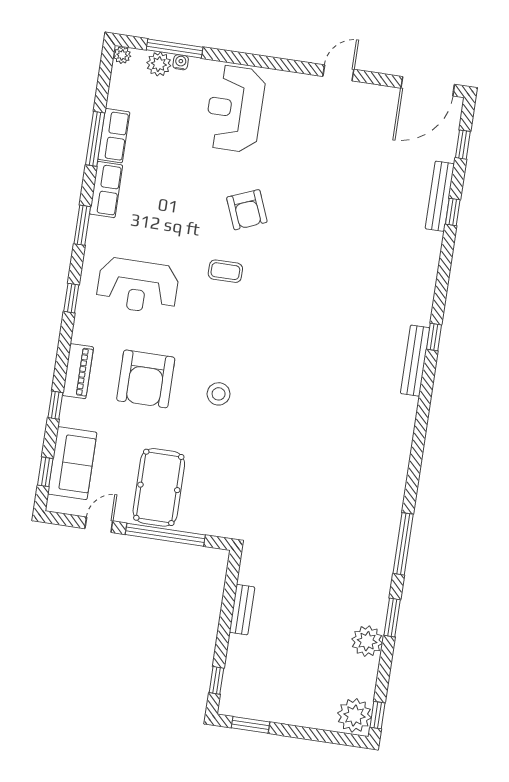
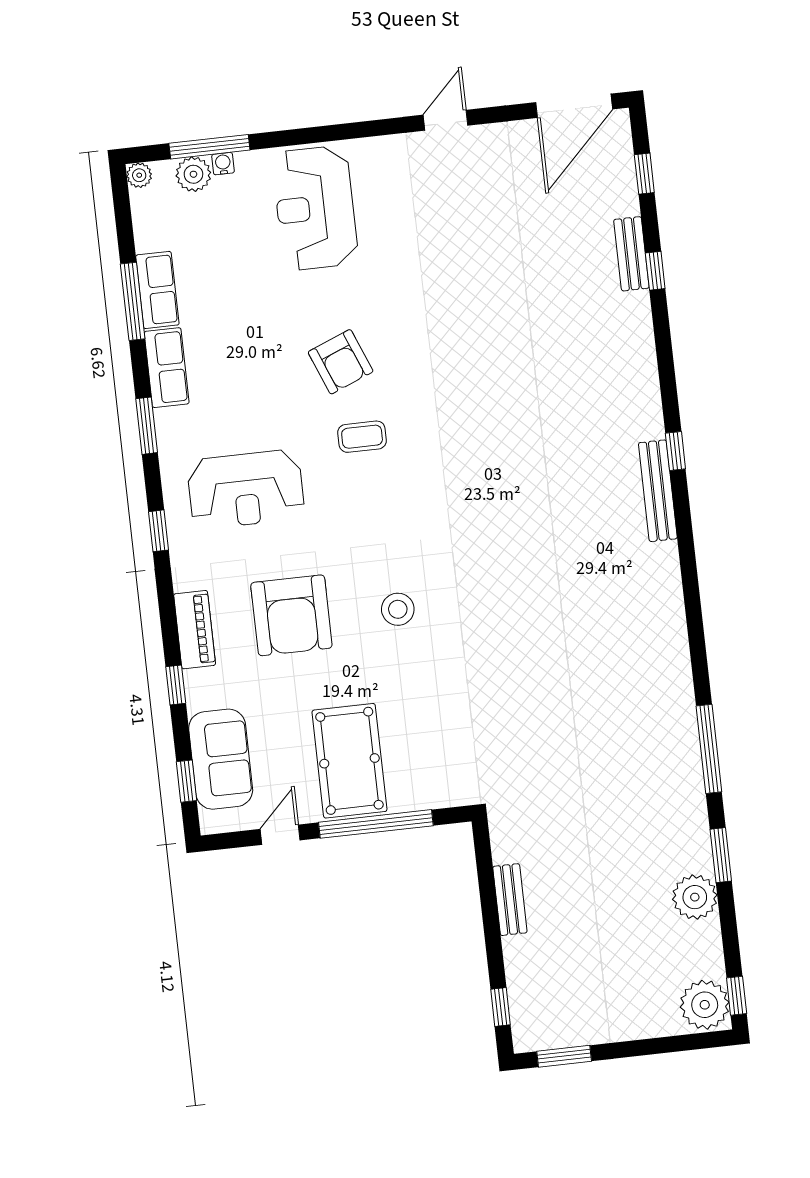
bench: (440, 196) -> (631, 254), width x0.73
armchair: (247, 210) -> (341, 362), moved

